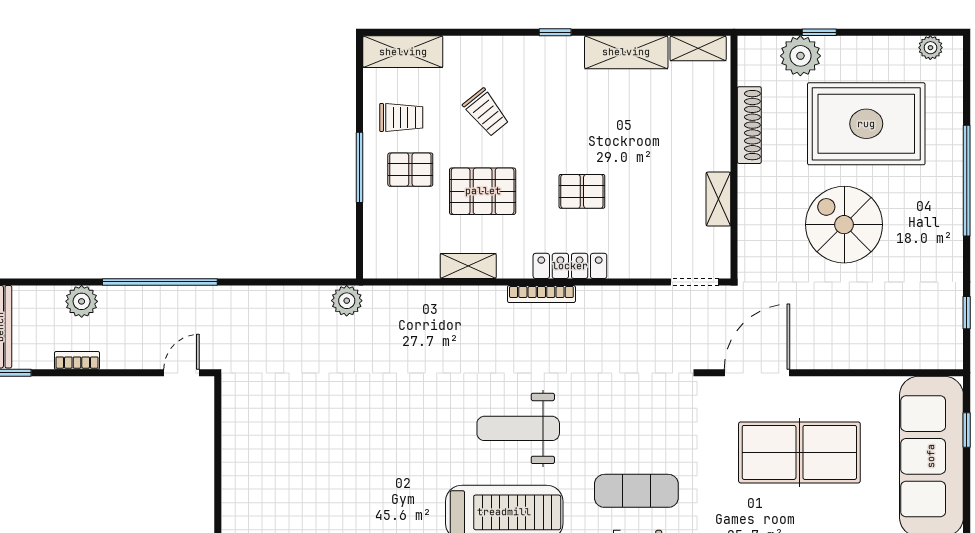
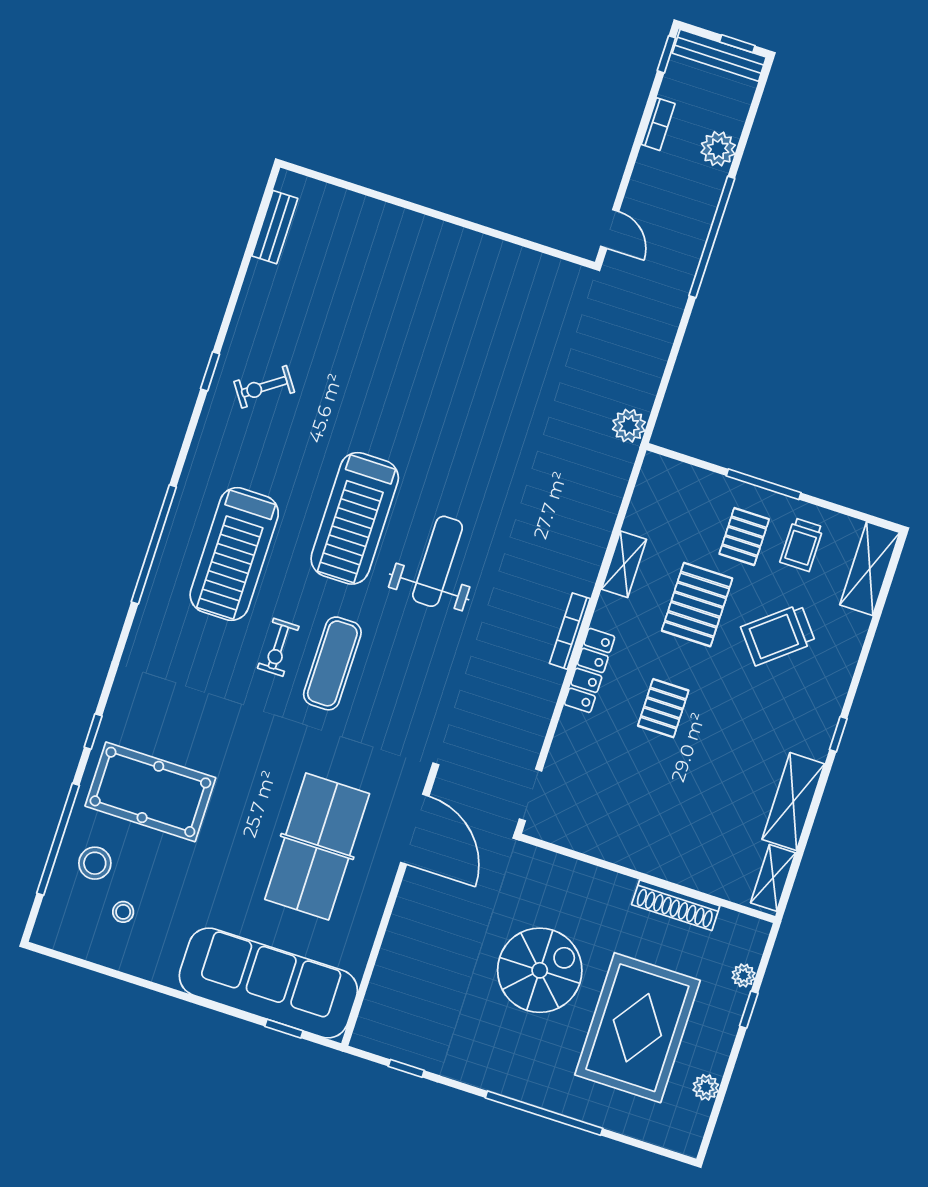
plant: (930, 48) -> (706, 1087), moved
plant: (800, 56) -> (744, 975), width x0.53, depth x0.53
trolley: (486, 112) -> (778, 635), width x1.36, depth x1.39
shelving: (718, 199) -> (609, 848), removed

